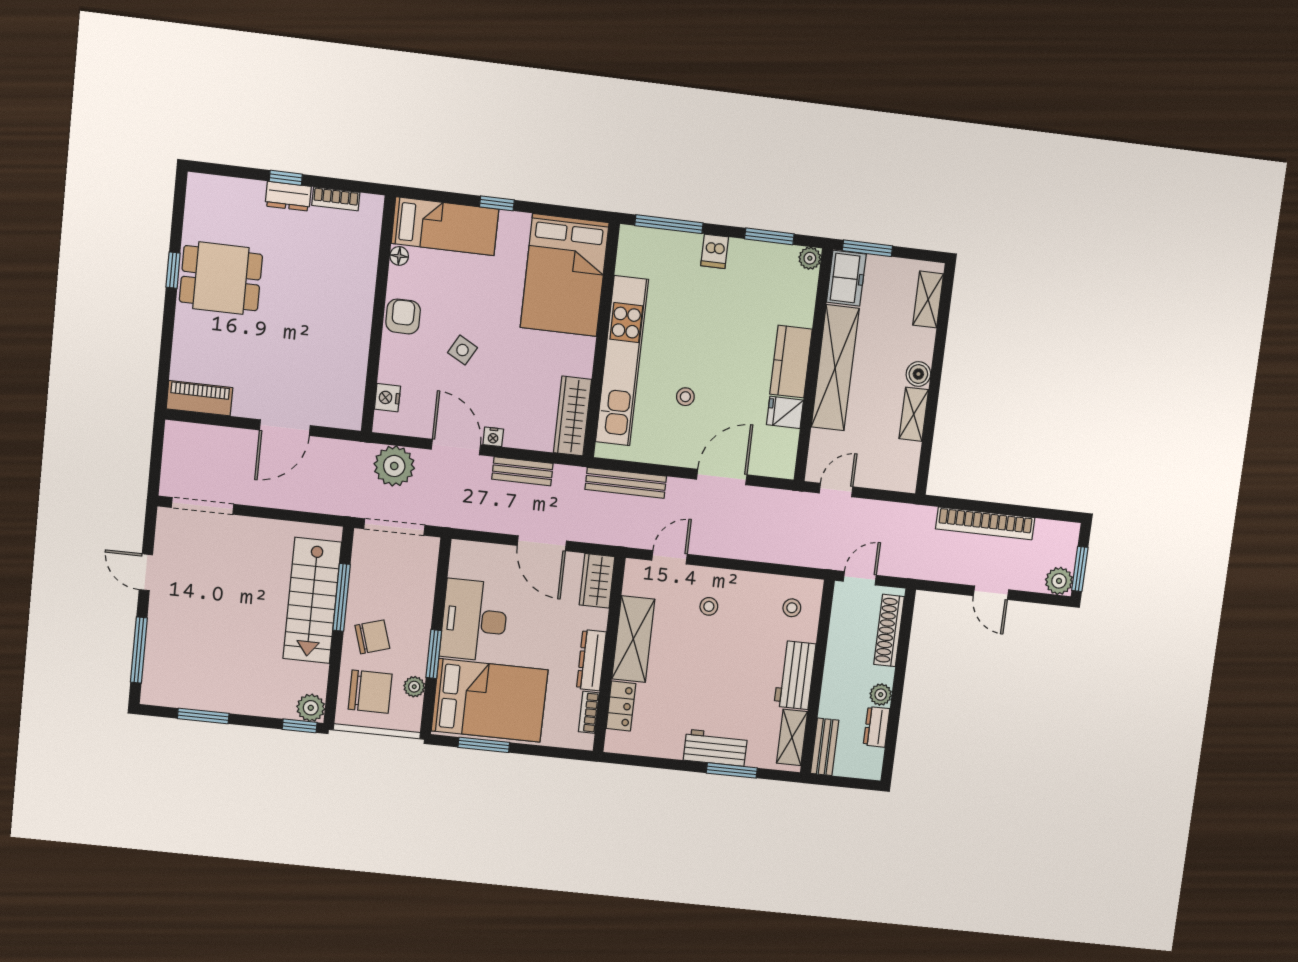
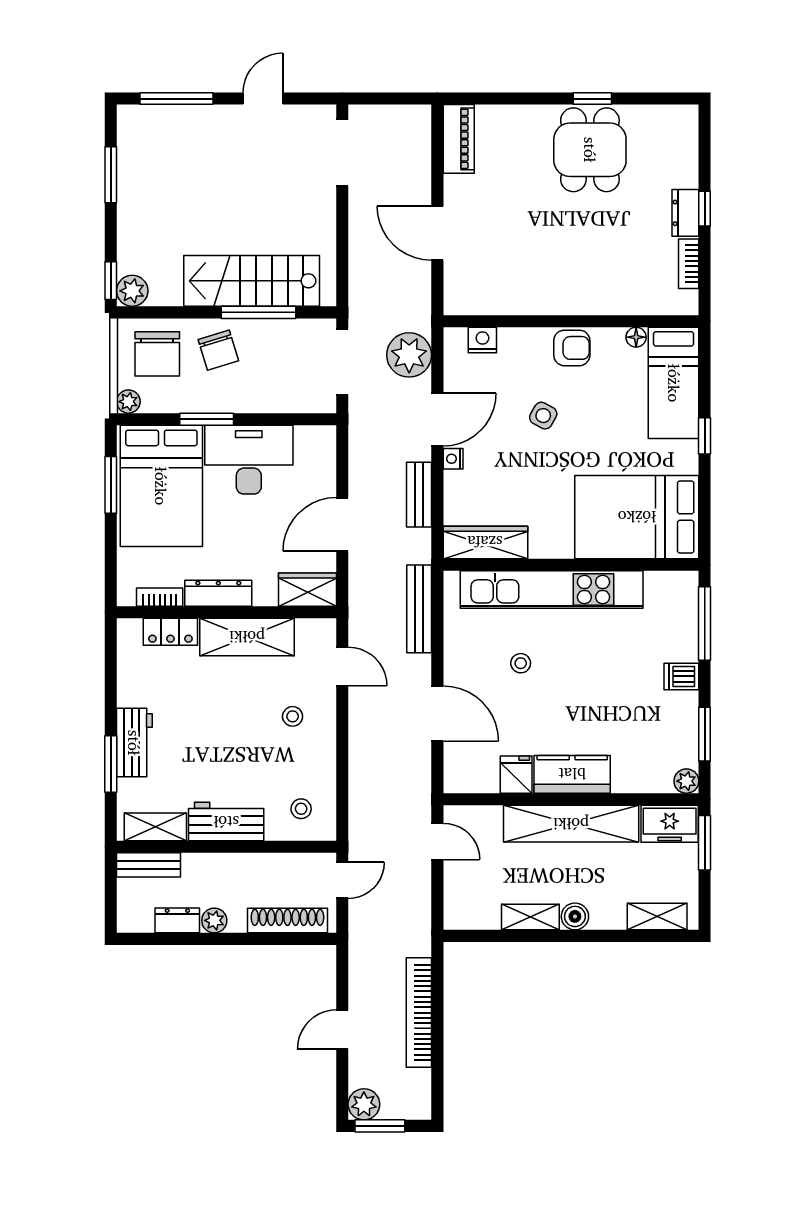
door: (860, 578) -> (342, 880), hinge flipped
plant: (414, 687) -> (128, 402), moved

